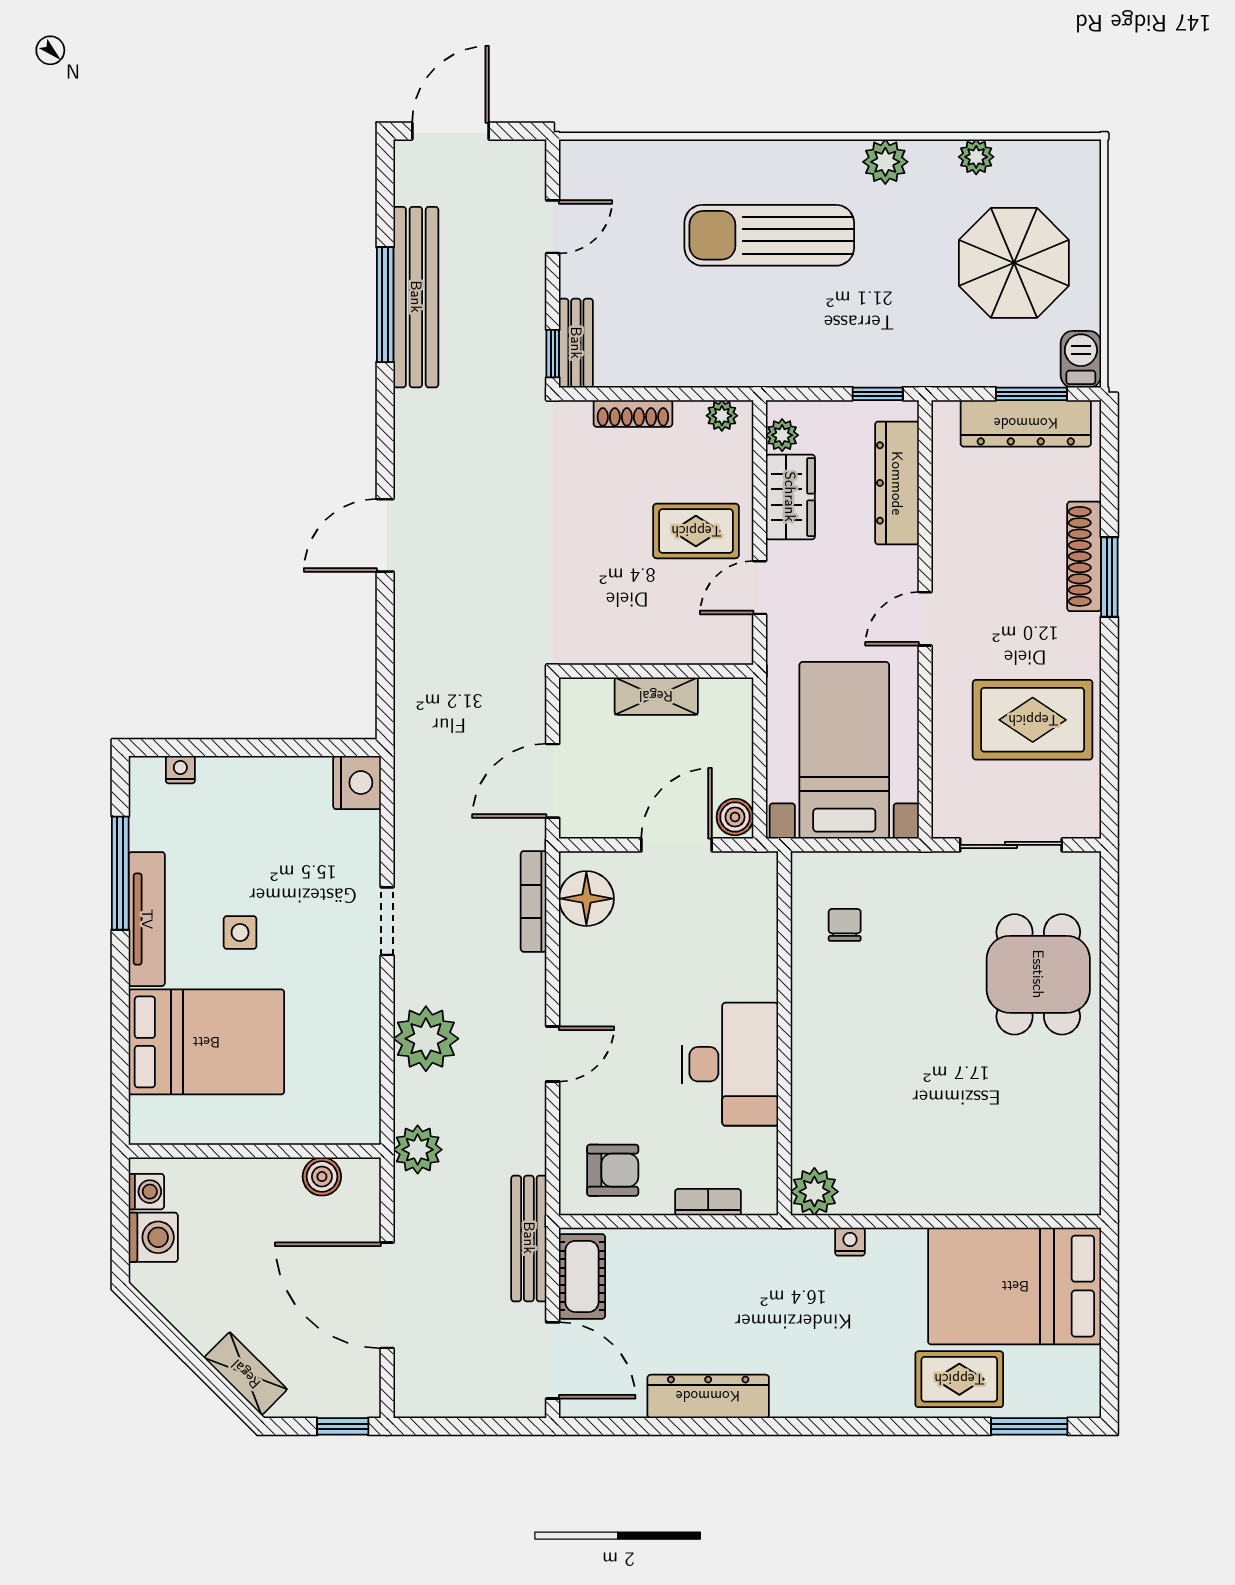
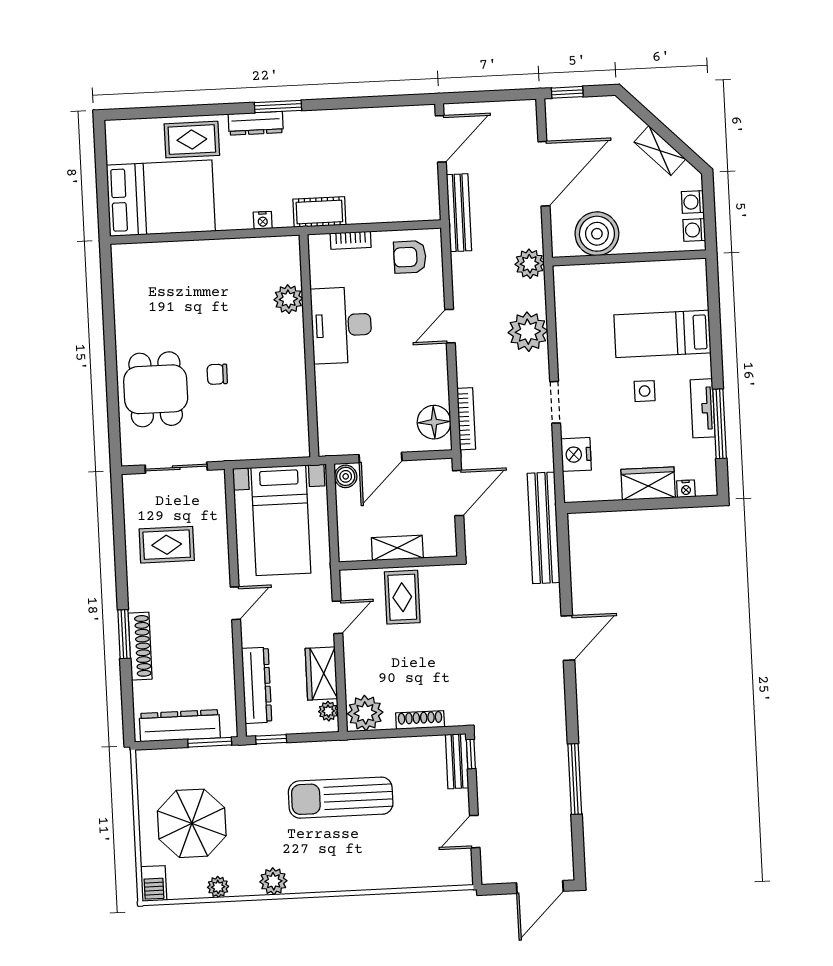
sun lounger: (769, 235) -> (341, 798), moved, turned 180
bench: (416, 297) -> (544, 528), moved
barbecue: (1081, 359) -> (154, 883), moved
window: (1031, 394) -> (210, 742), moved
plant: (722, 416) -> (365, 713), width x1.87, depth x1.87
rug: (696, 531) -> (402, 597), moved, turned 90
rug: (1033, 720) -> (167, 545), width x0.73, depth x0.70
wardrobe: (242, 781) -> (648, 484), added
nightstand: (357, 783) -> (576, 454), moved
tv unit: (147, 919) -> (703, 408), width x0.71
chair: (845, 925) -> (217, 374), moved, turned 90
bed: (206, 1042) -> (662, 334), width x0.67
boiler: (322, 1177) -> (597, 234), width x1.86, depth x1.86
plant: (814, 1192) -> (288, 299), moved
washing machine: (153, 1237) -> (693, 202), width x0.73, depth x0.73
cot: (582, 1276) -> (319, 212), moved, turned 90
door: (387, 1295) -> (544, 174), hinge flipped
door: (553, 1360) -> (441, 139), swing flipped
shelving: (246, 1374) -> (660, 151), moved
dresser: (708, 1396) -> (256, 123), moved, width x0.73, depth x0.80
window: (1029, 1426) -> (278, 106), moved

